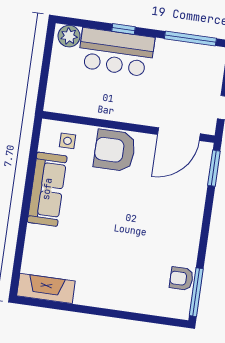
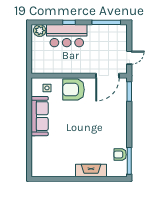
fireplace: (46, 288) -> (91, 170), moved

